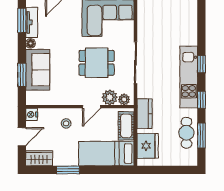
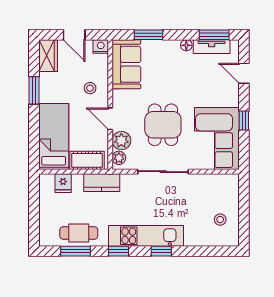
stool: (175, 15) -> (220, 220), added
sofa: (38, 70) -> (126, 64), moved, turned -90
fridge: (148, 146) -> (63, 183), width x0.53, depth x0.75

